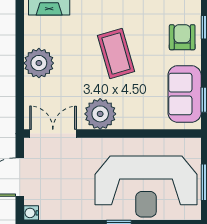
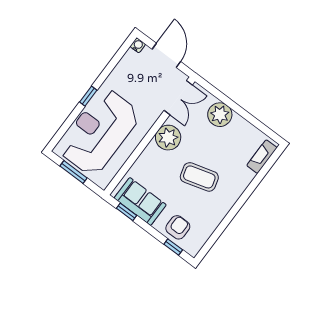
armchair: (182, 37) -> (178, 227), turned -90
plant: (39, 63) -> (220, 115), moved

